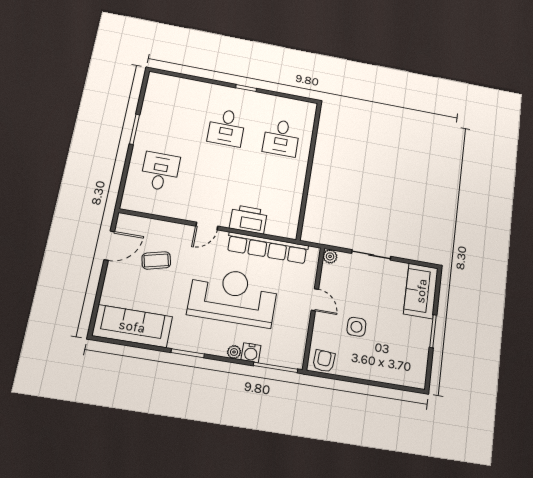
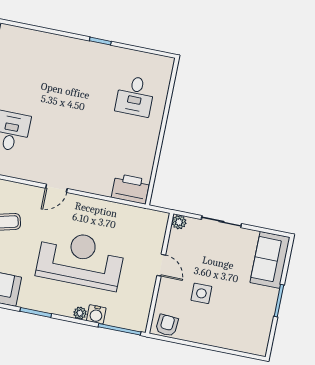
desk: (227, 128) -> (79, 85), removed
printer: (248, 219) -> (131, 189), moved
row of seats: (268, 248) -> (116, 212), removed

